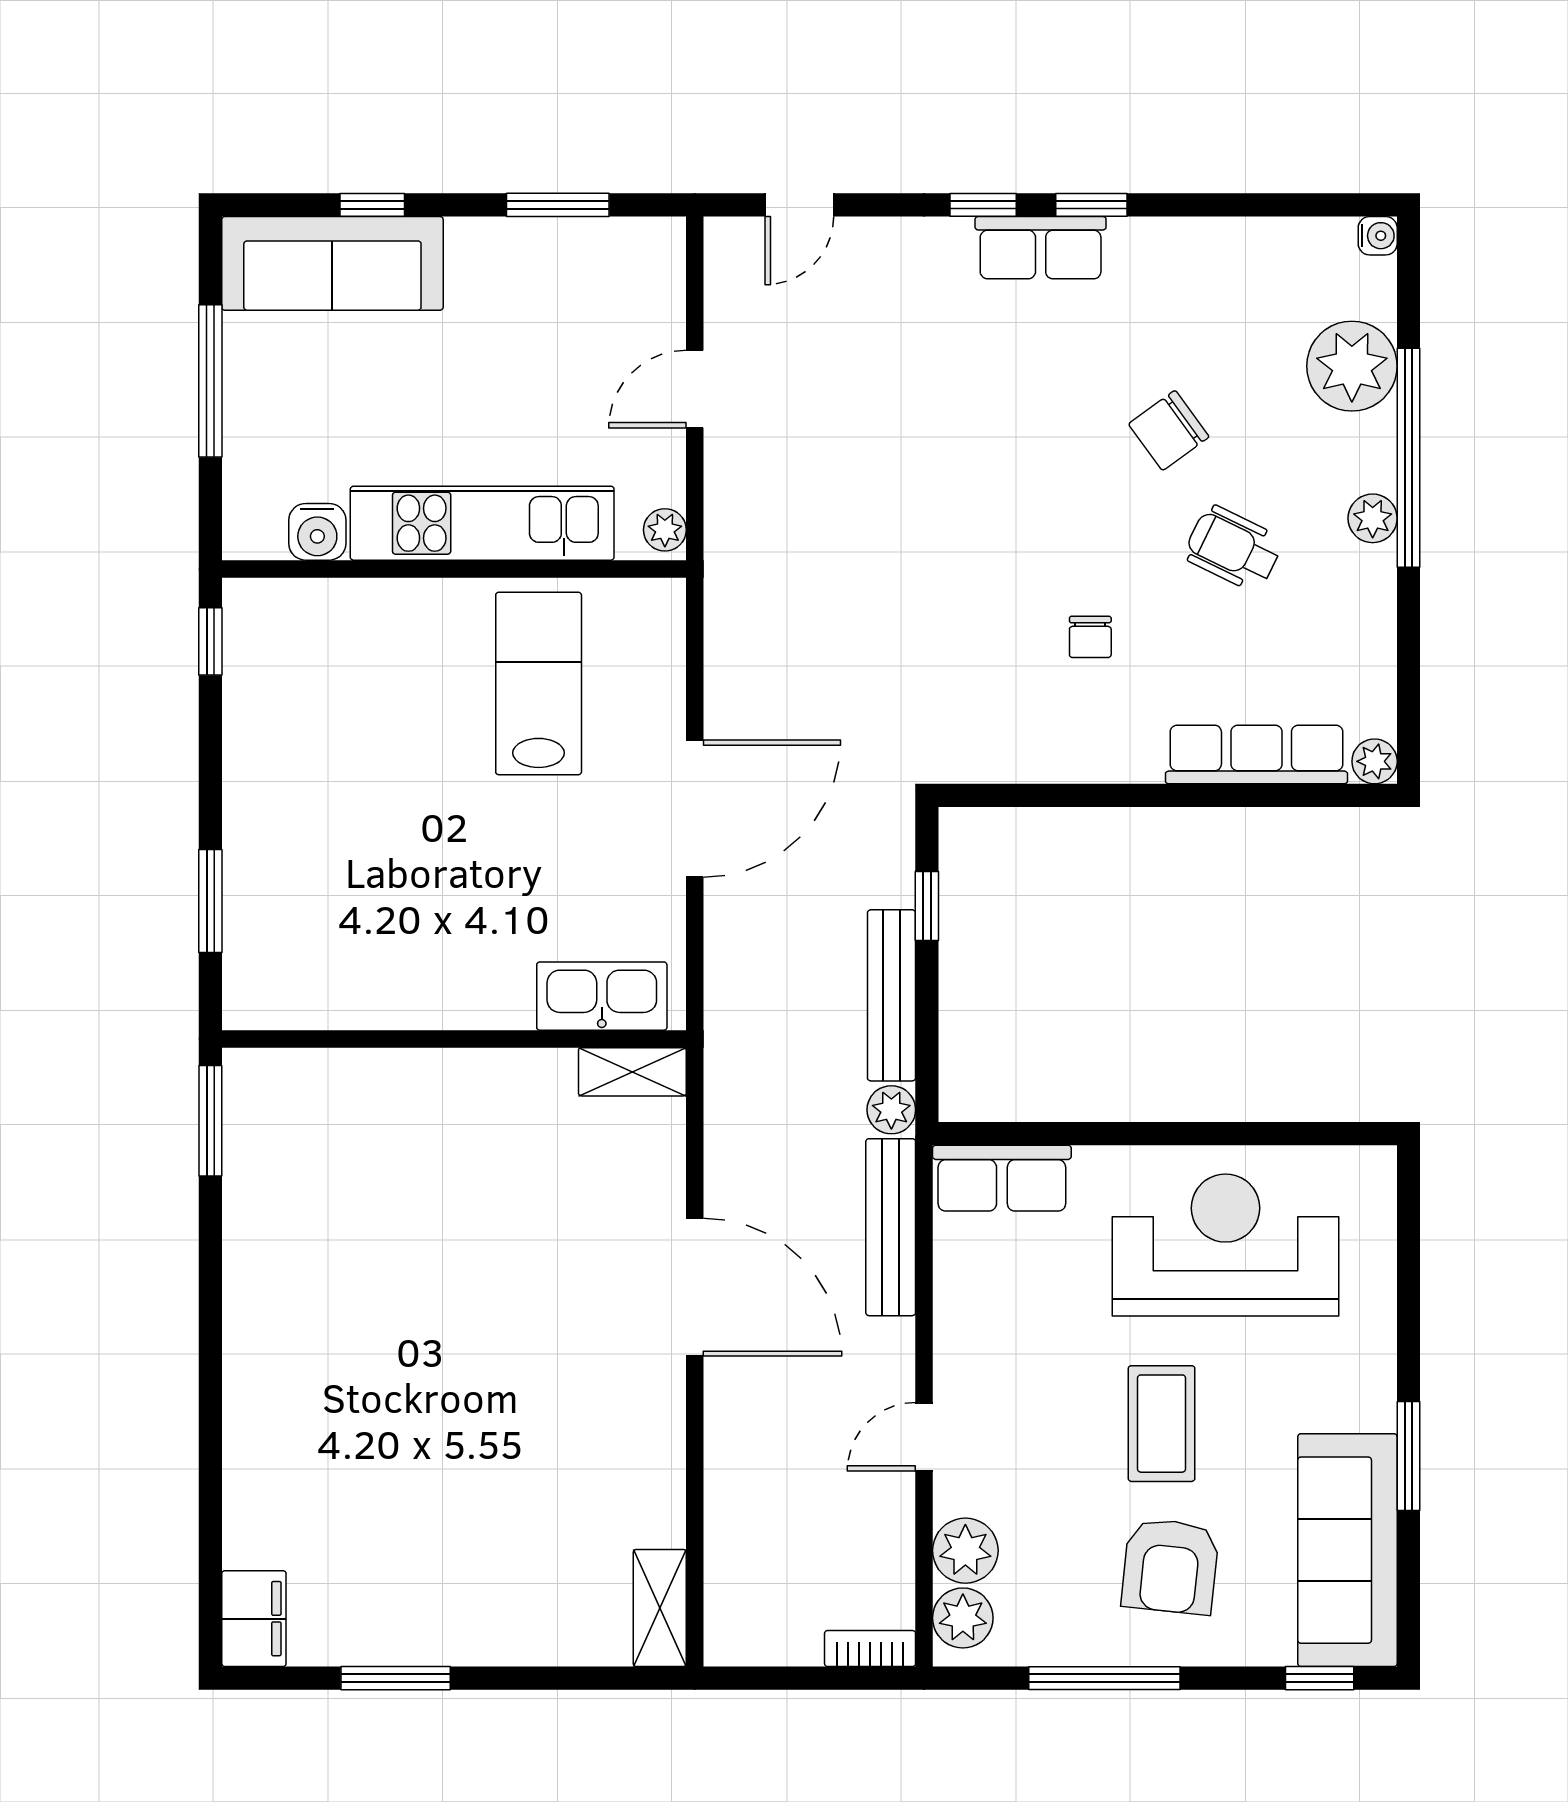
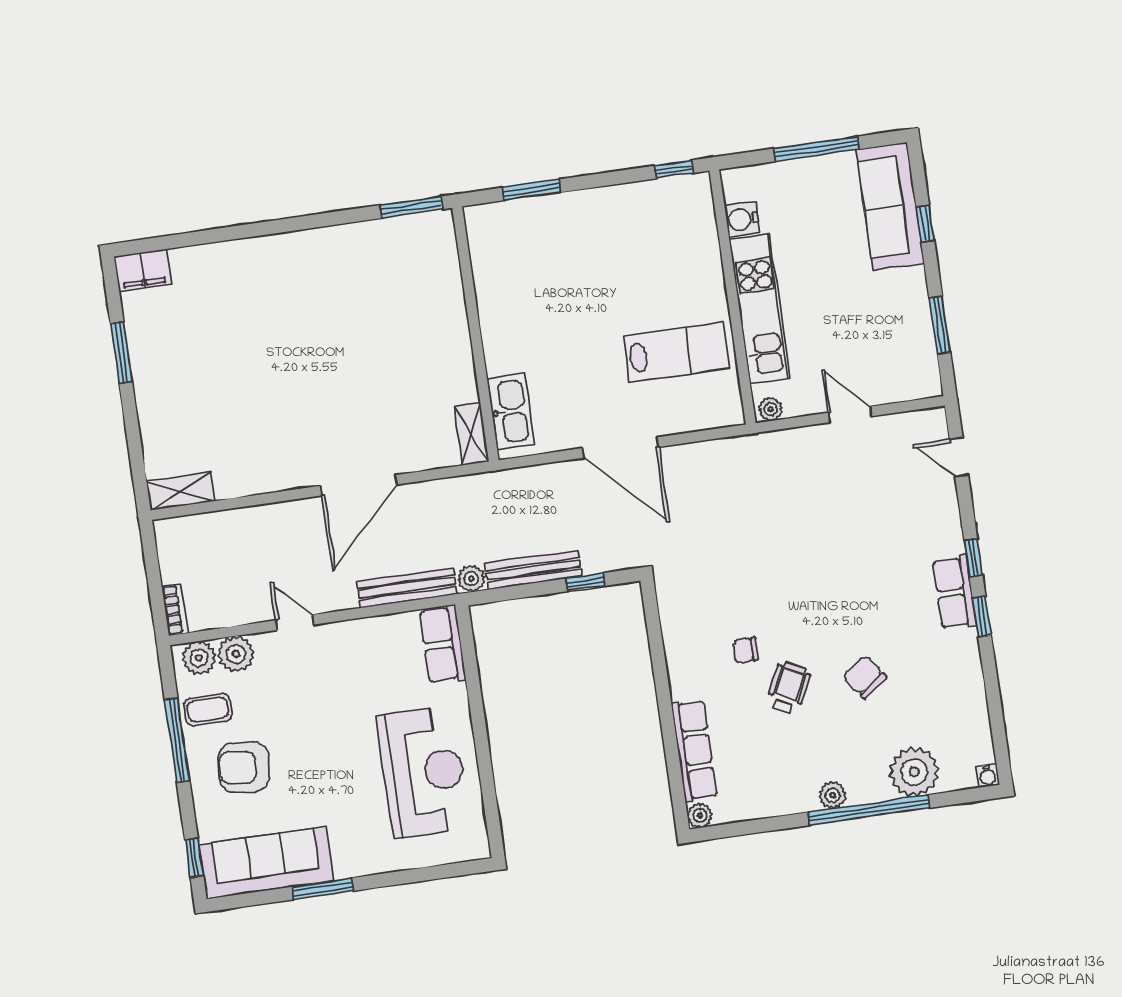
wheelchair: (1233, 548) -> (789, 688), moved
coffee table: (1162, 1424) -> (208, 710), moved, width x0.73, depth x0.77

